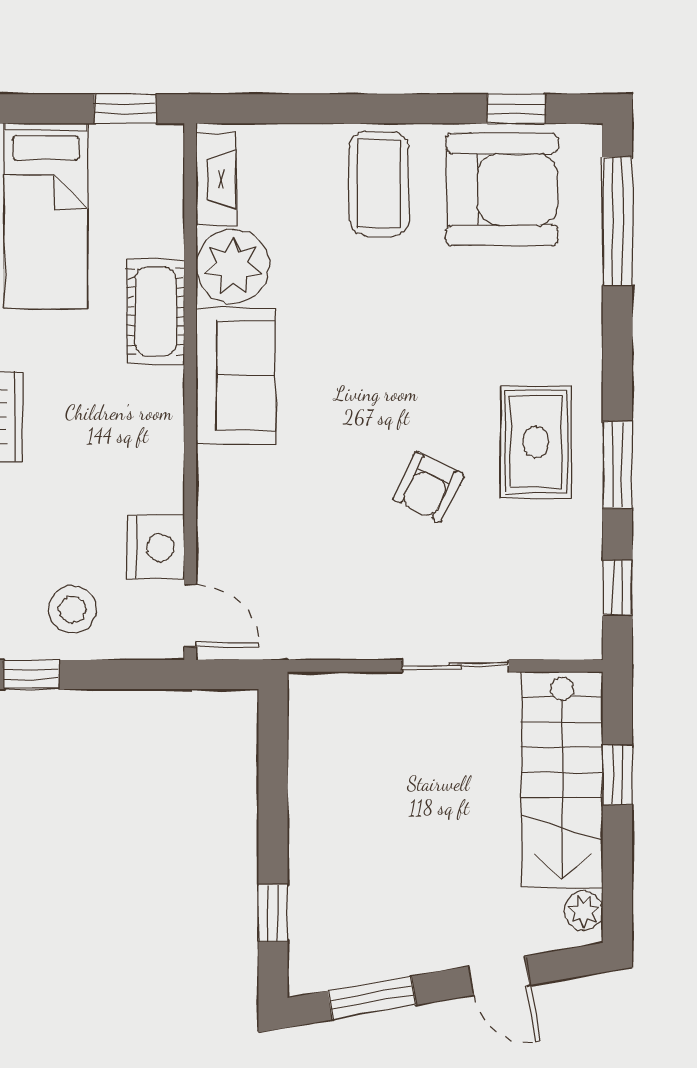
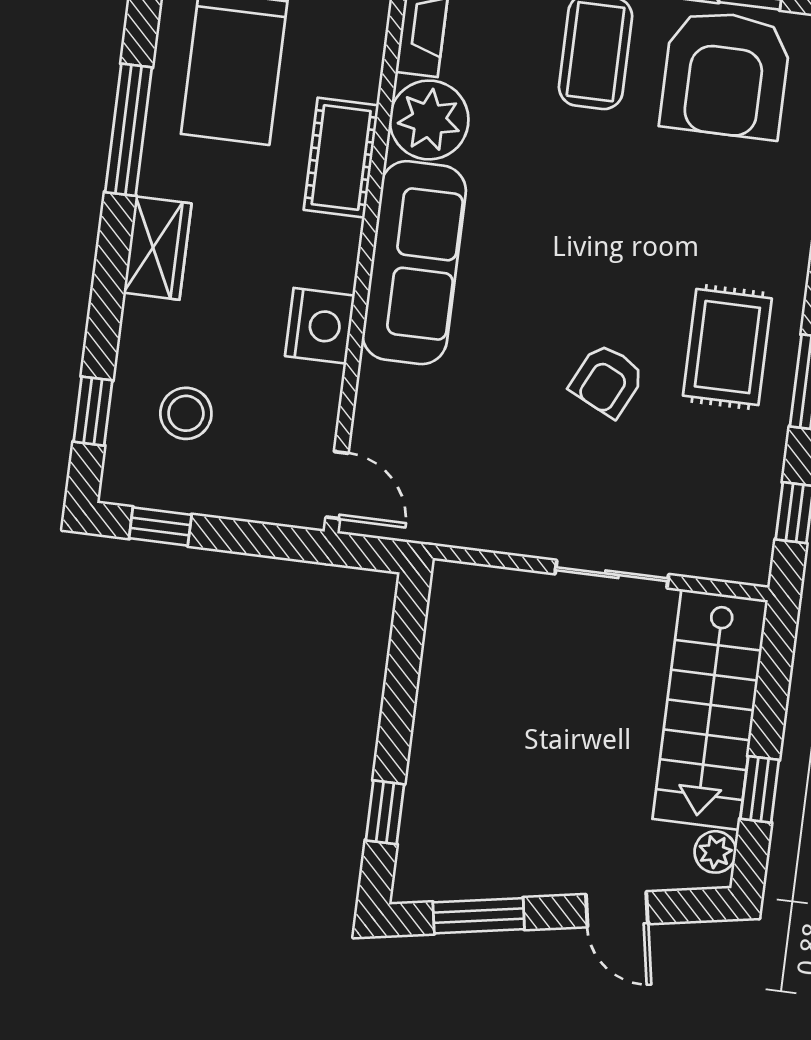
armchair: (502, 189) -> (725, 74), turned 90
sofa: (236, 376) -> (414, 263), width x1.36
nightstand: (156, 547) -> (320, 326), moved
stool: (73, 609) -> (186, 413), moved
window: (617, 775) -> (760, 789), moved

